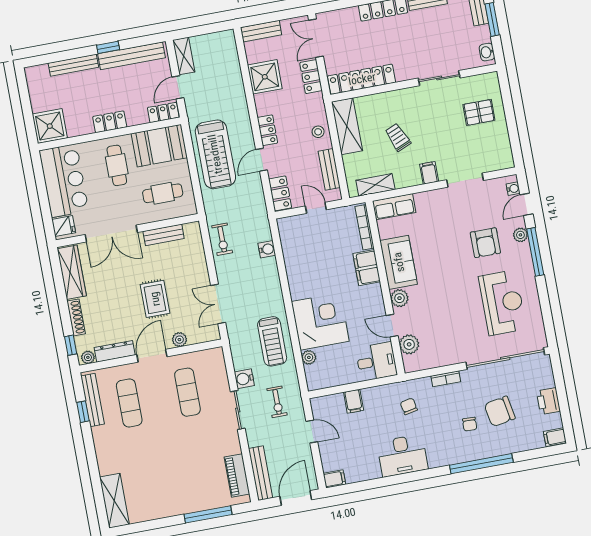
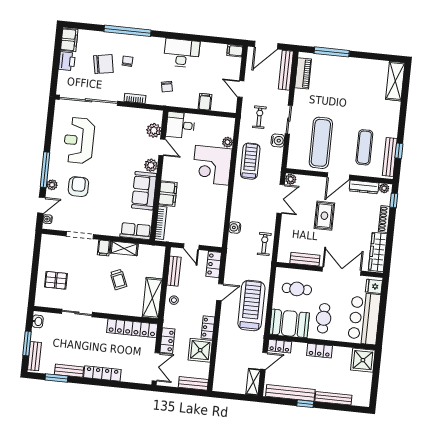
locker: (267, 130) -> (208, 327), moved
shelving: (375, 185) -> (124, 248), moved
plant: (179, 340) -> (291, 179), moved
exercise mat: (187, 392) -> (321, 143), width x1.36, depth x1.45
filing cabinet: (555, 437) -> (69, 40), width x2.00

